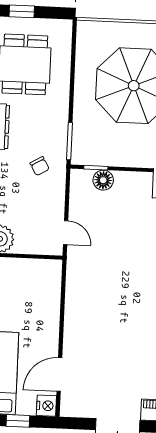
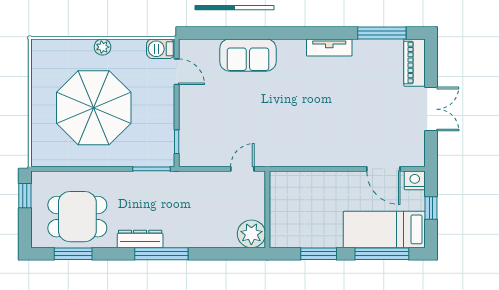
window: (22, 11) -> (25, 196), moved
chair: (40, 166) -> (177, 198), removed
floor lamp: (103, 180) -> (189, 134), removed

